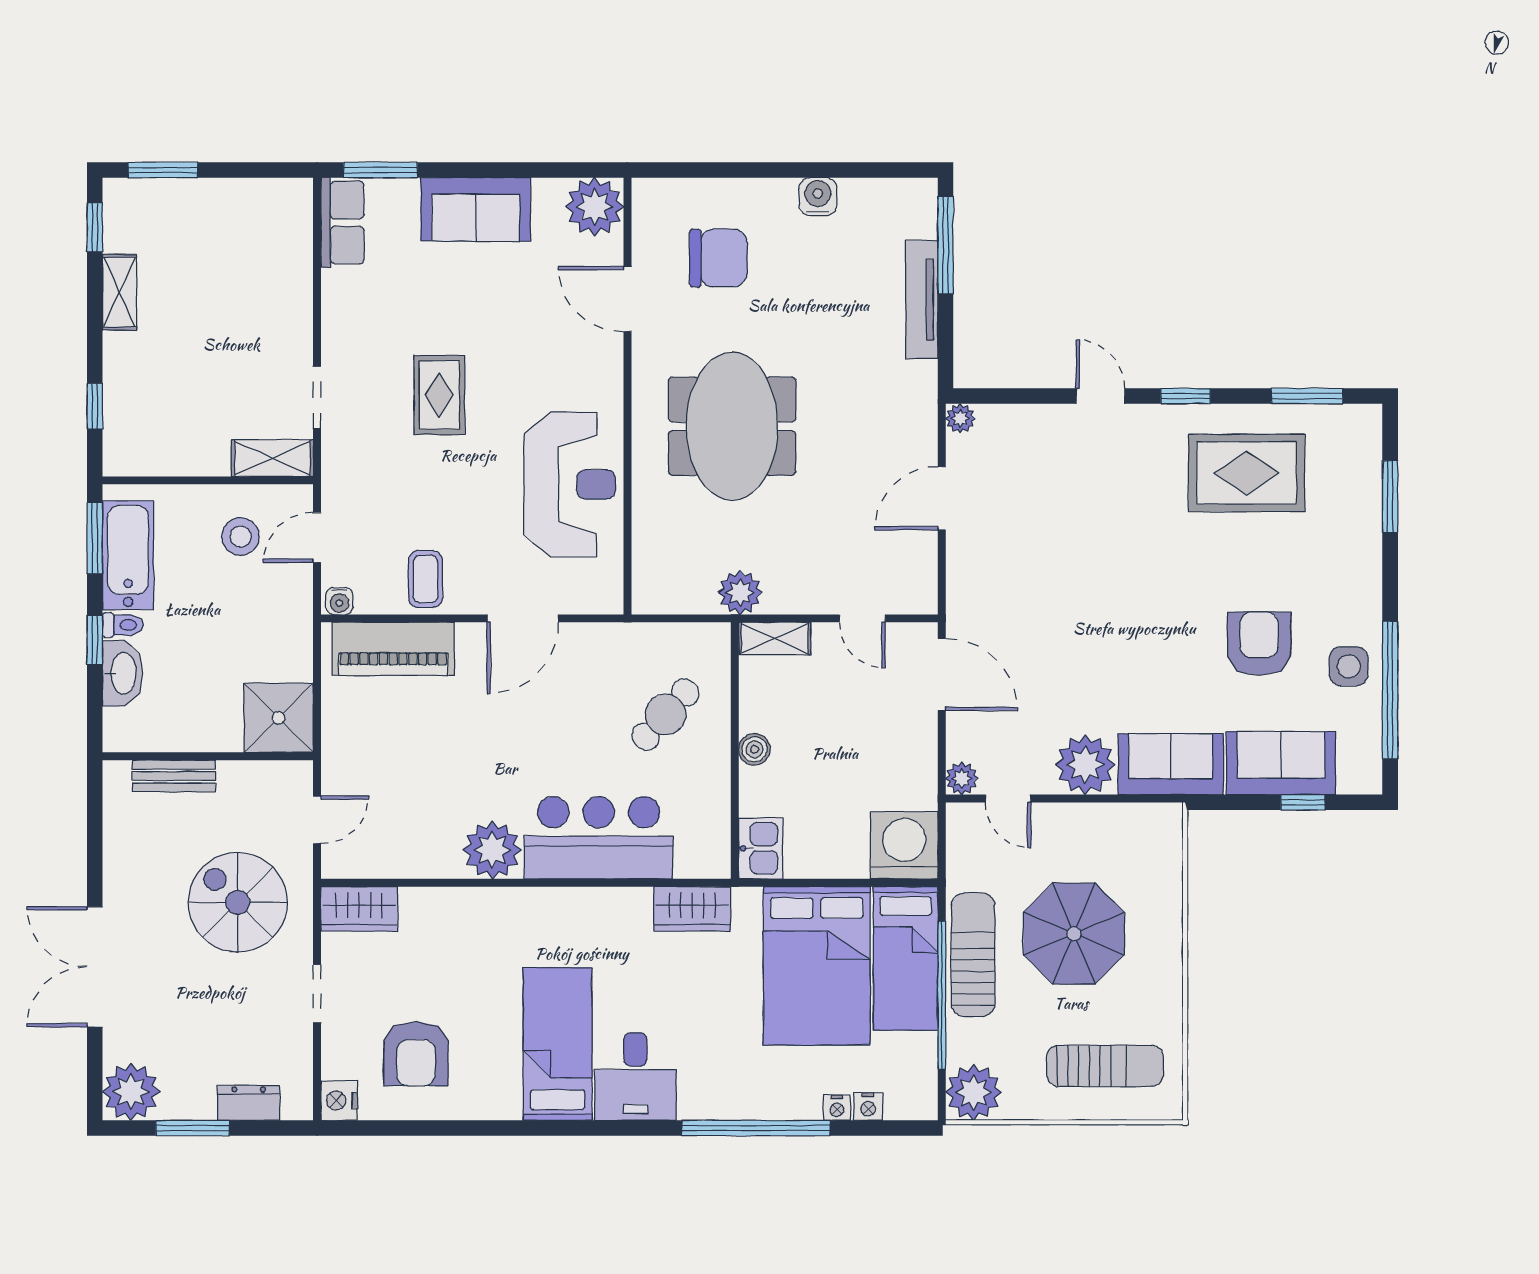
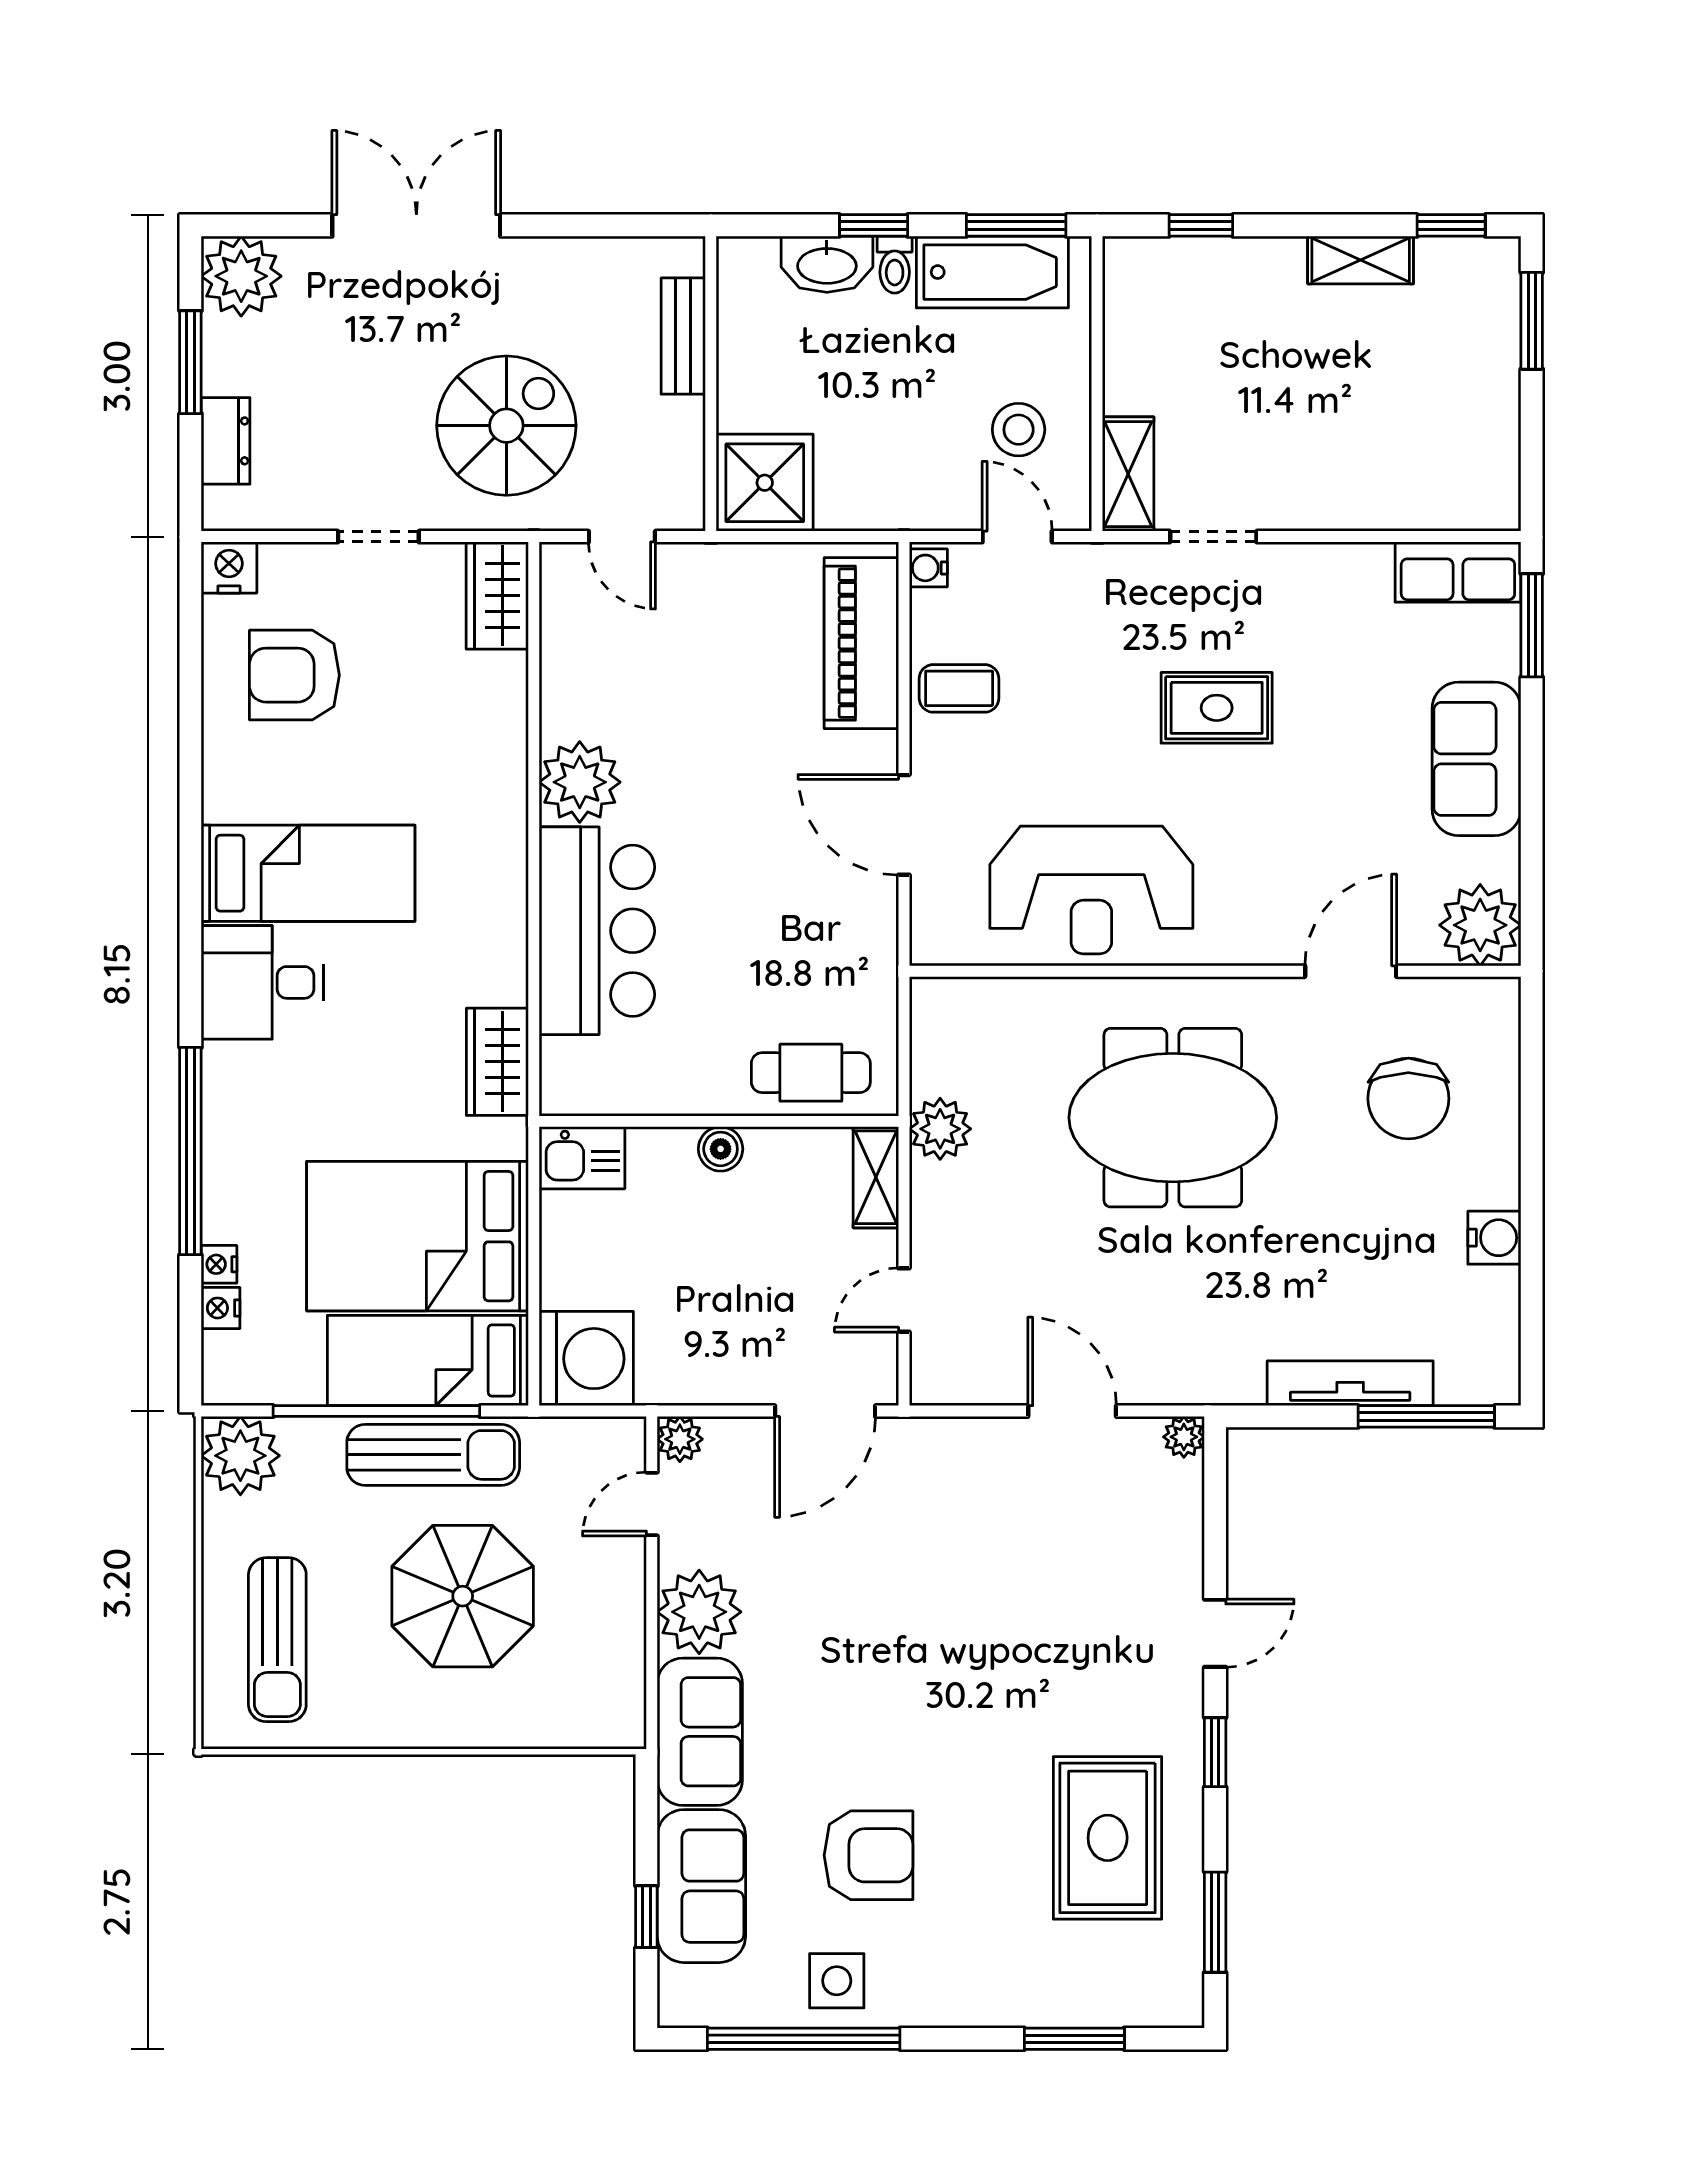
cafe table: (665, 715) -> (811, 1073), moved, turned -42

